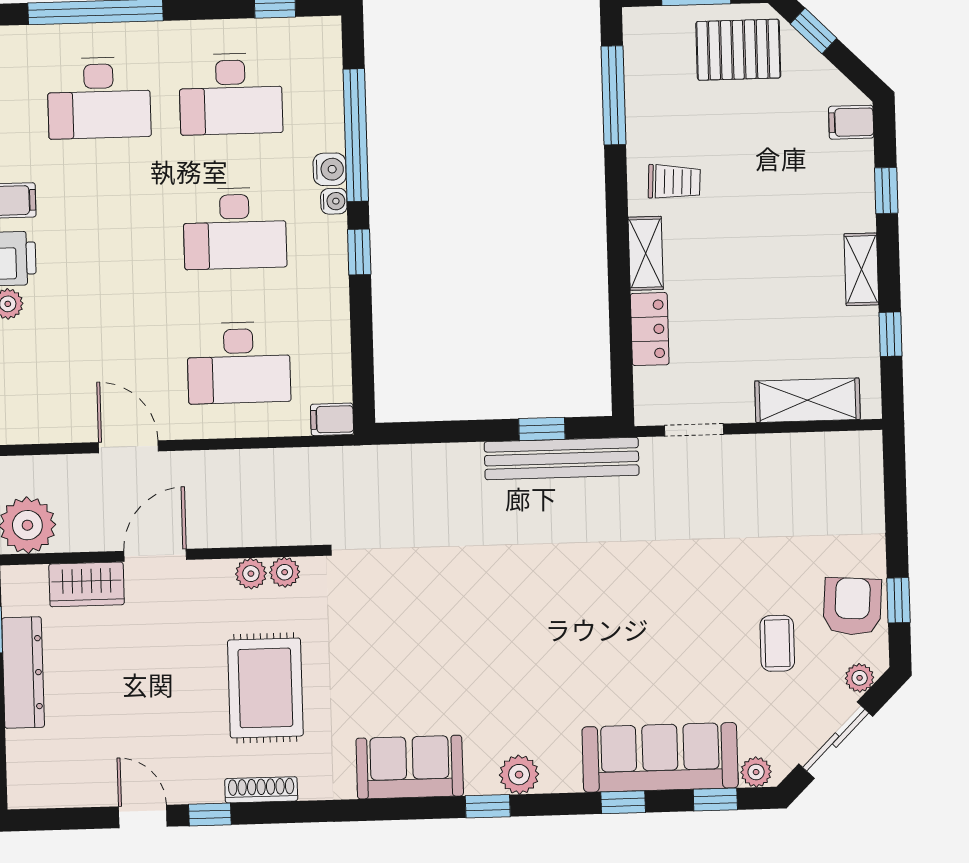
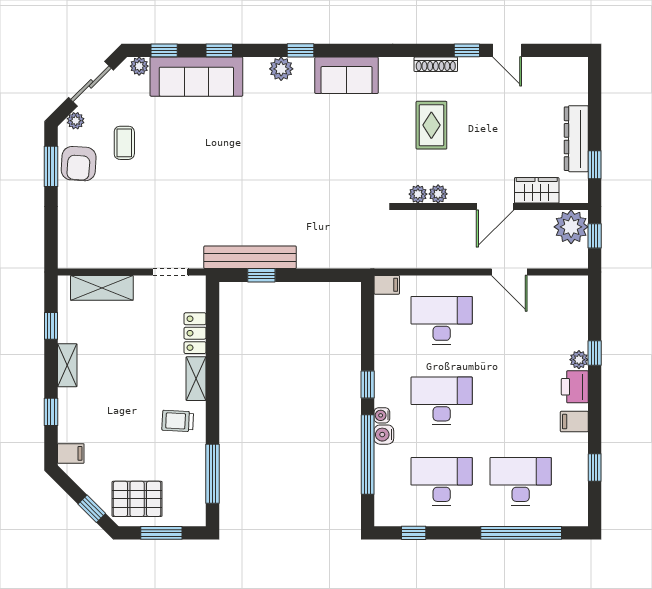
window: (898, 600) -> (51, 166), width x1.50
rug: (265, 688) -> (431, 125), width x0.73, depth x0.70

